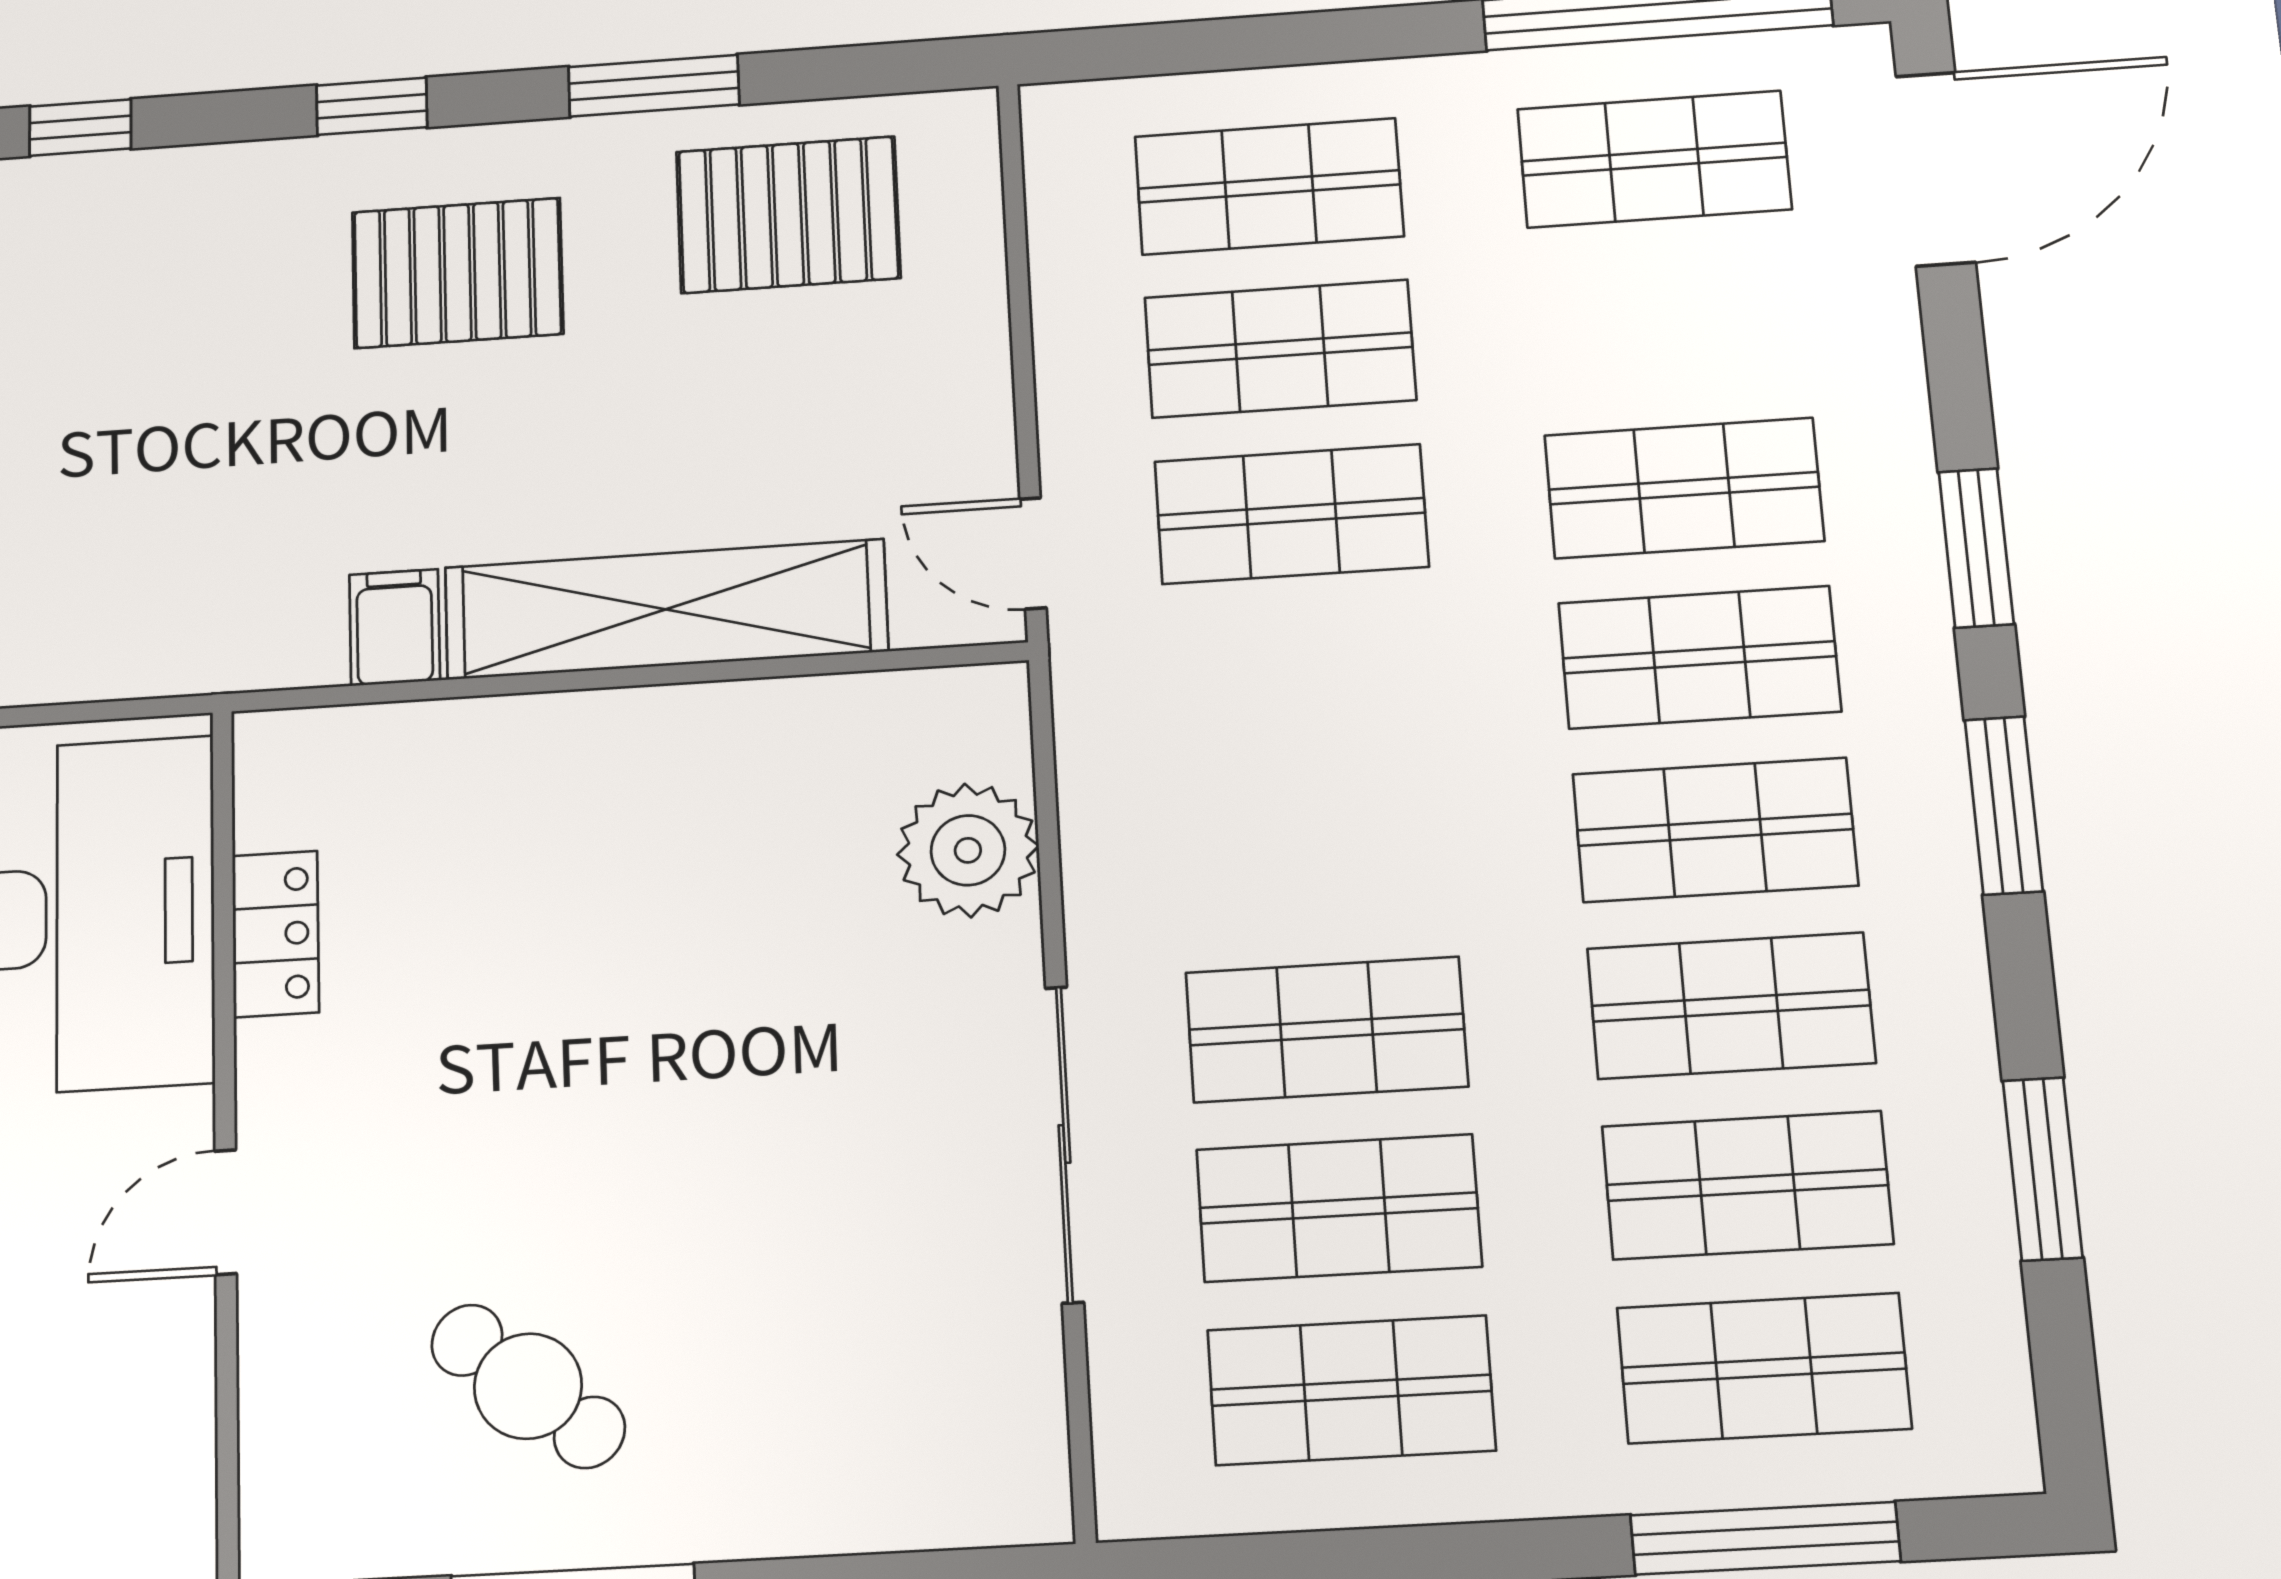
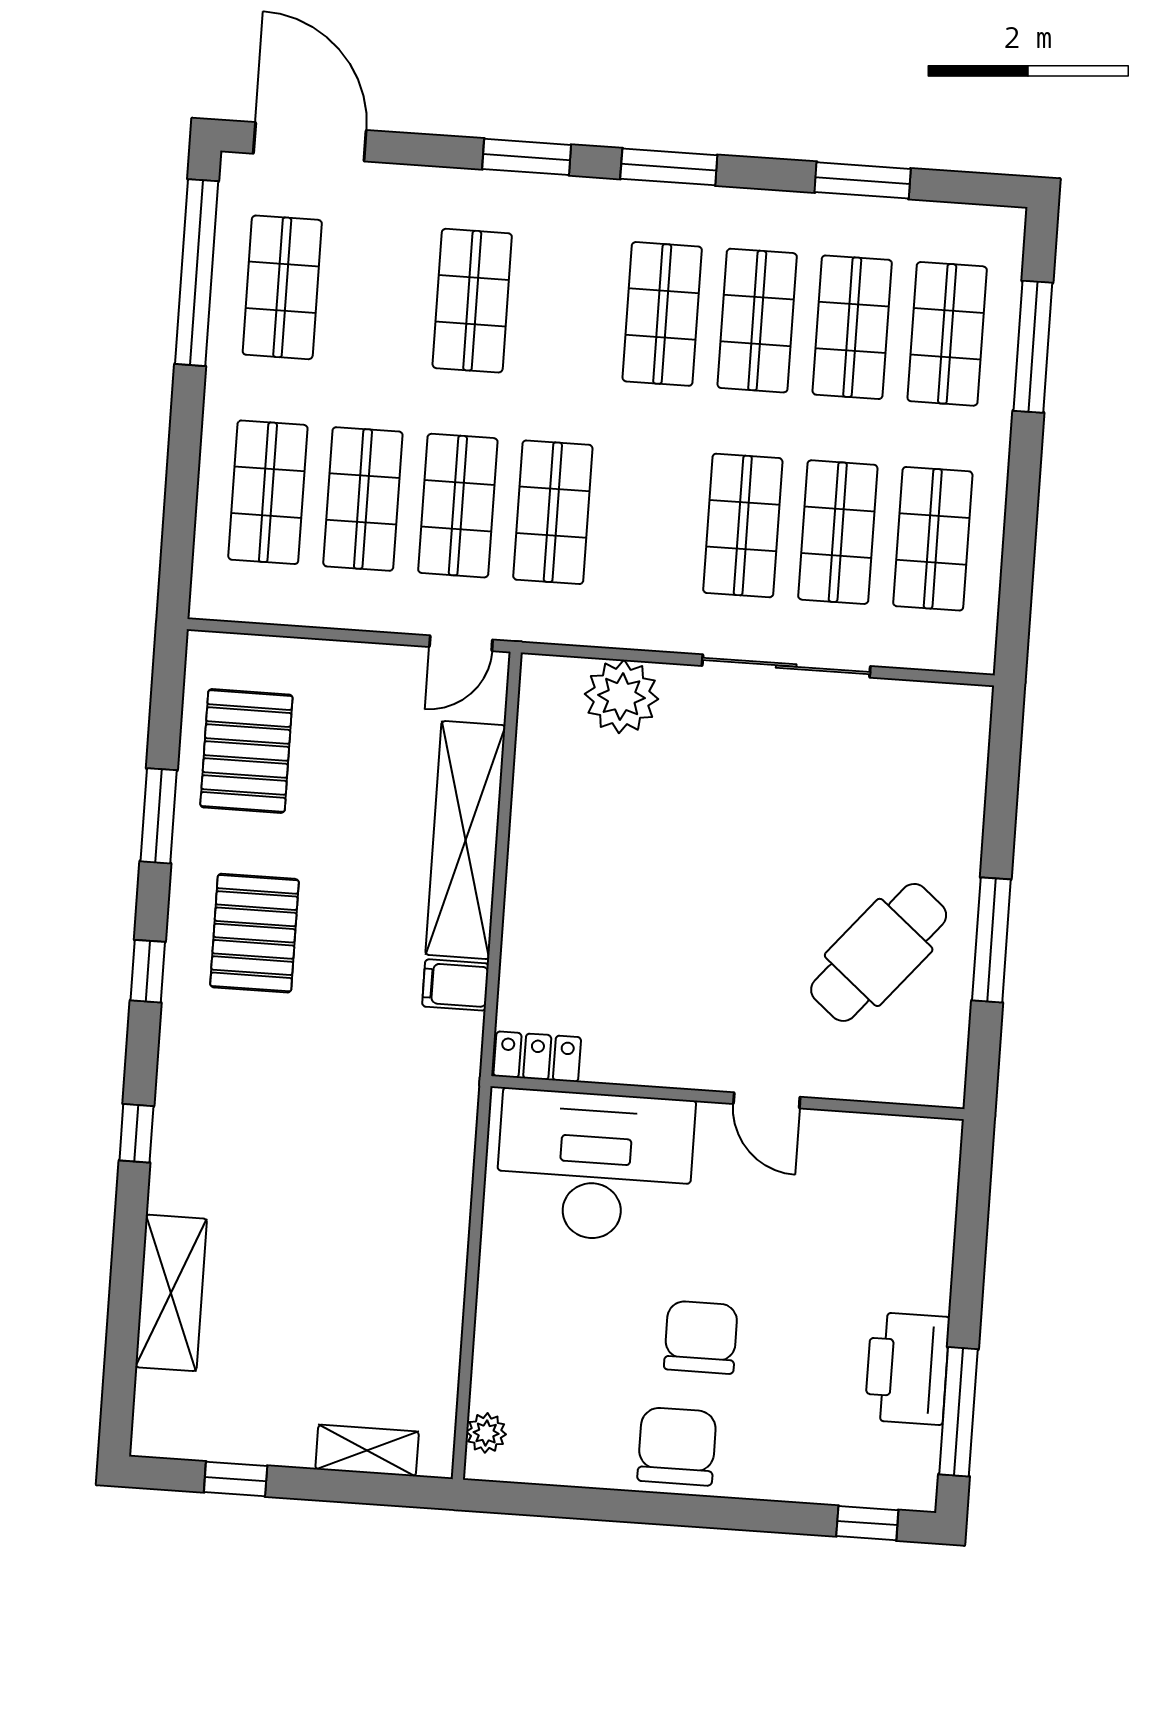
shop shelf: (1699, 657) -> (553, 512), moved
locker: (276, 934) -> (537, 1057), moved
cafe table: (528, 1386) -> (879, 952), width x1.37, depth x1.35

